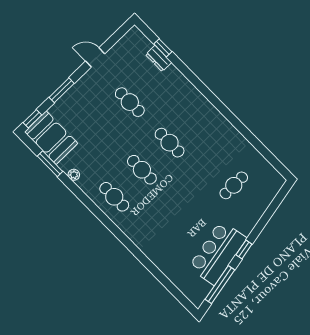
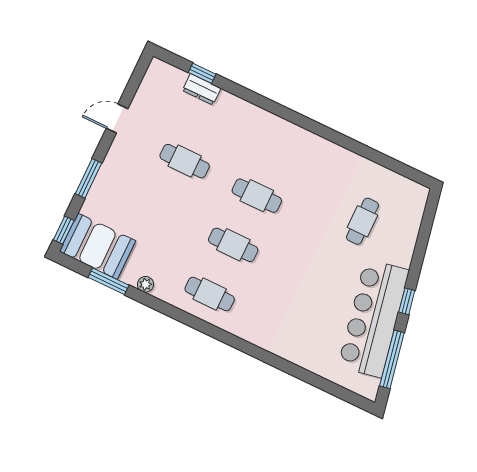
bar counter: (217, 253) -> (373, 318), width x1.36

